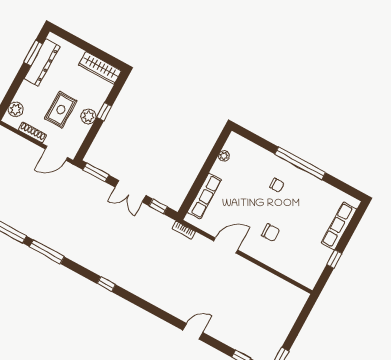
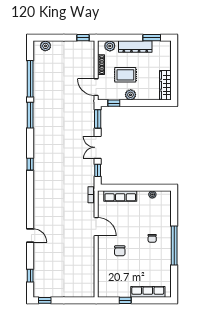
dresser: (42, 63) -> (135, 47), moved
window: (104, 112) -> (114, 103), moved

